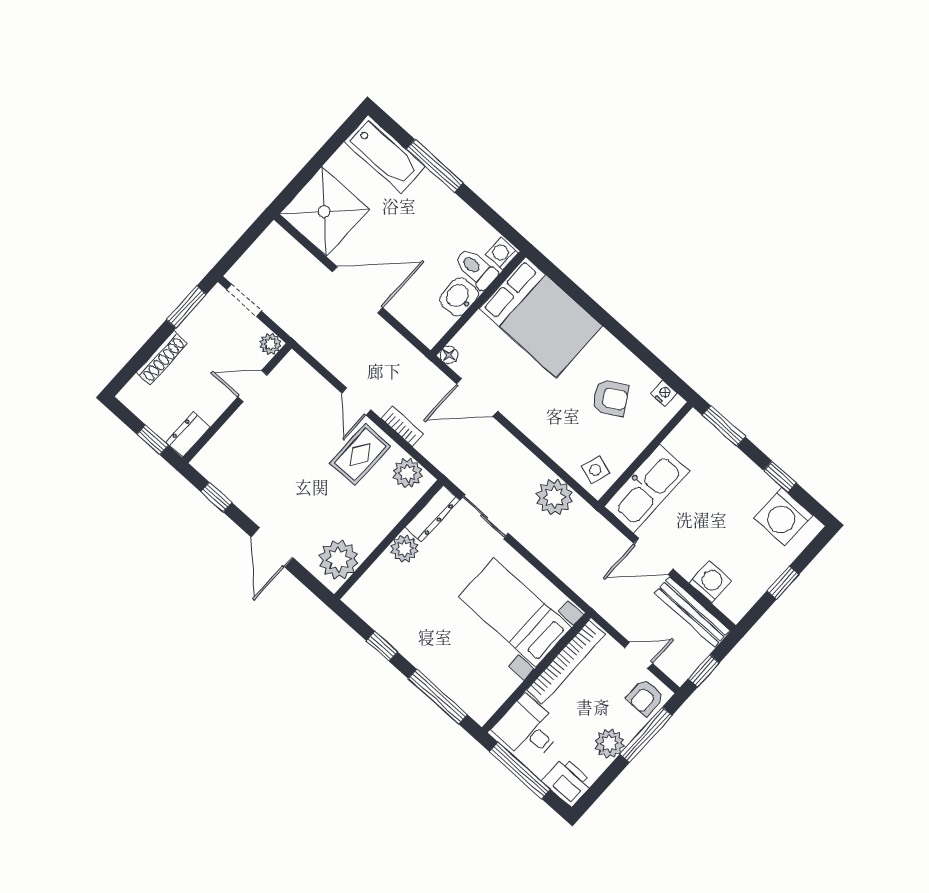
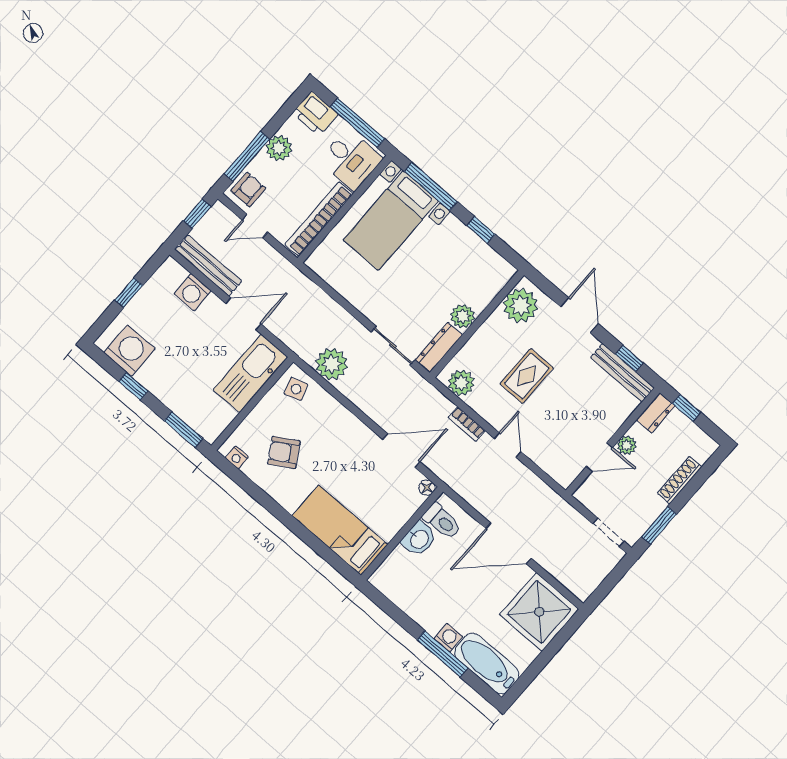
washing machine: (502, 254) -> (448, 638), moved, turned -90
toilet: (476, 269) -> (442, 521), moved
bed: (541, 317) -> (340, 530), width x0.67
plant: (270, 344) -> (627, 445), moved
rug: (360, 455) -> (527, 376), moved
side table: (595, 470) -> (296, 389), turned -37
bench: (224, 481) -> (622, 373), added
bed with nightstands: (515, 612) -> (391, 220), moved, turned 90

